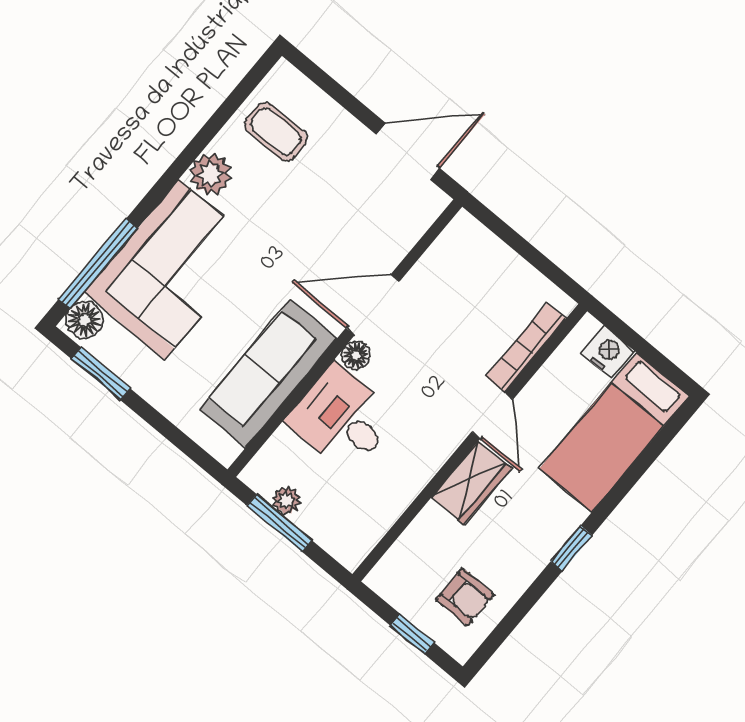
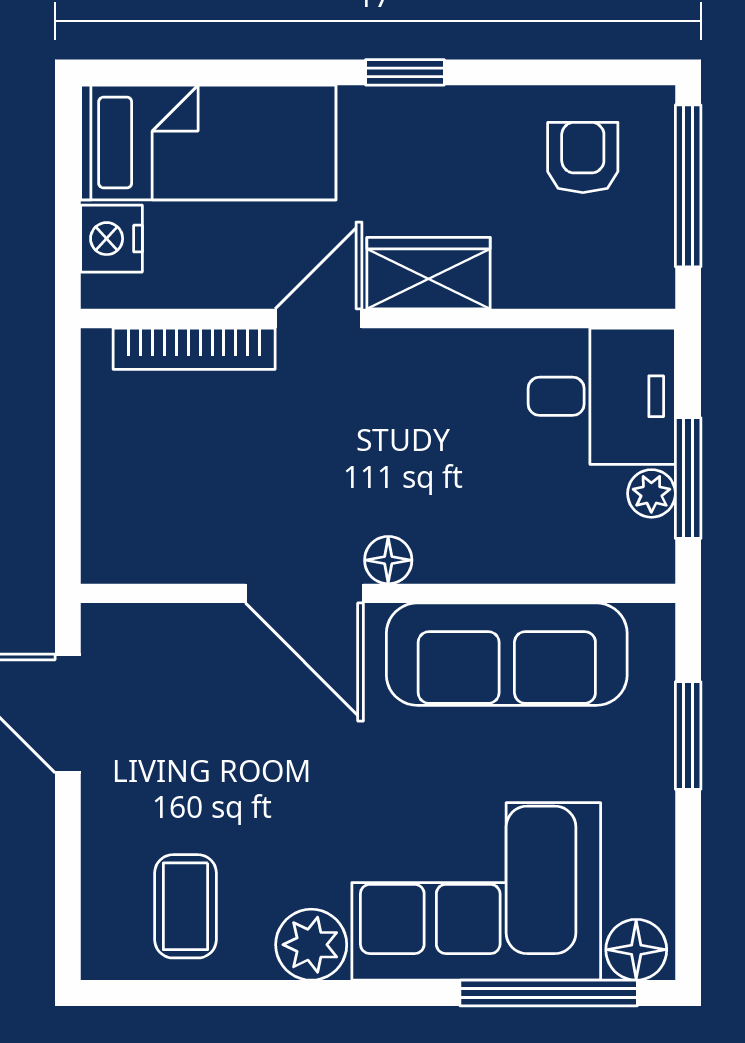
window: (101, 374) -> (688, 736), moved
desk: (342, 418) -> (602, 396), moved, turned -90
window: (412, 634) -> (688, 186), width x2.17

